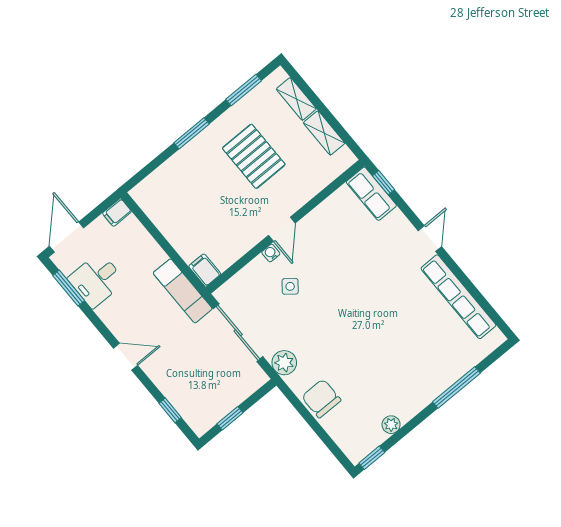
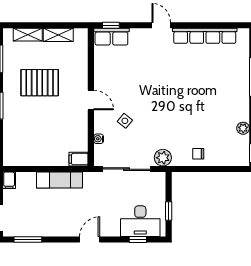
water cooler: (271, 253) -> (99, 139), moved
desk: (96, 280) -> (140, 221), moved, width x1.37
exam couch: (183, 291) -> (60, 180), moved
chair: (321, 398) -> (198, 154), width x0.54, depth x0.54

